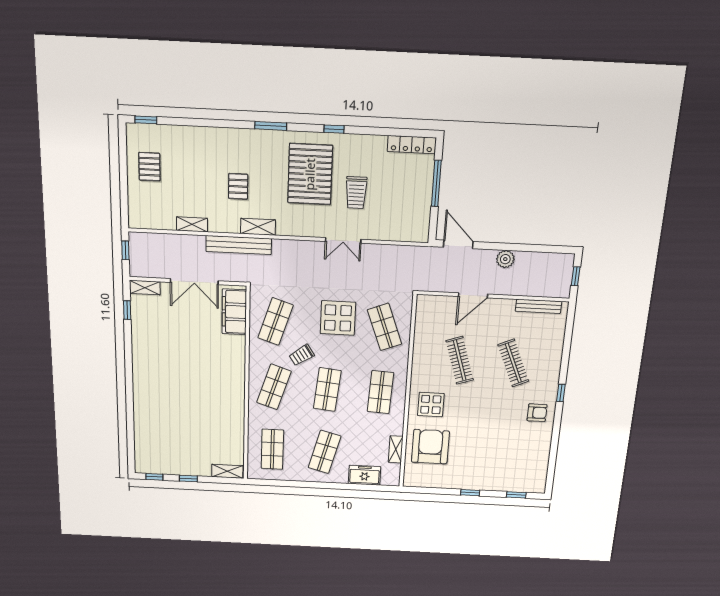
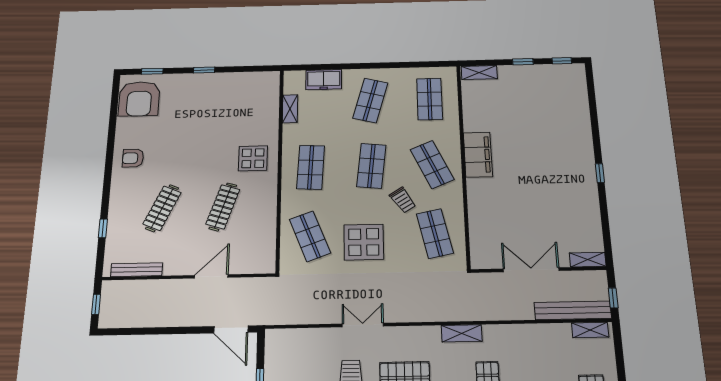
shelving: (192, 224) -> (590, 330), moved
bench: (239, 245) -> (573, 310), moved
plant: (505, 259) -> (177, 317), removed
window: (127, 310) -> (600, 173), moved
filing cabinet: (234, 312) -> (478, 155), moved
shop shelf: (276, 322) -> (435, 234), turned -30
trolley: (302, 355) -> (403, 200), turned 91
clothes rail: (460, 360) -> (223, 207), turned 36
clothes rail: (513, 363) -> (162, 208), turned 48
shop shelf: (274, 387) -> (432, 164), turned -42
window: (561, 393) -> (103, 228), moved
armchair: (430, 447) -> (139, 99), moved

